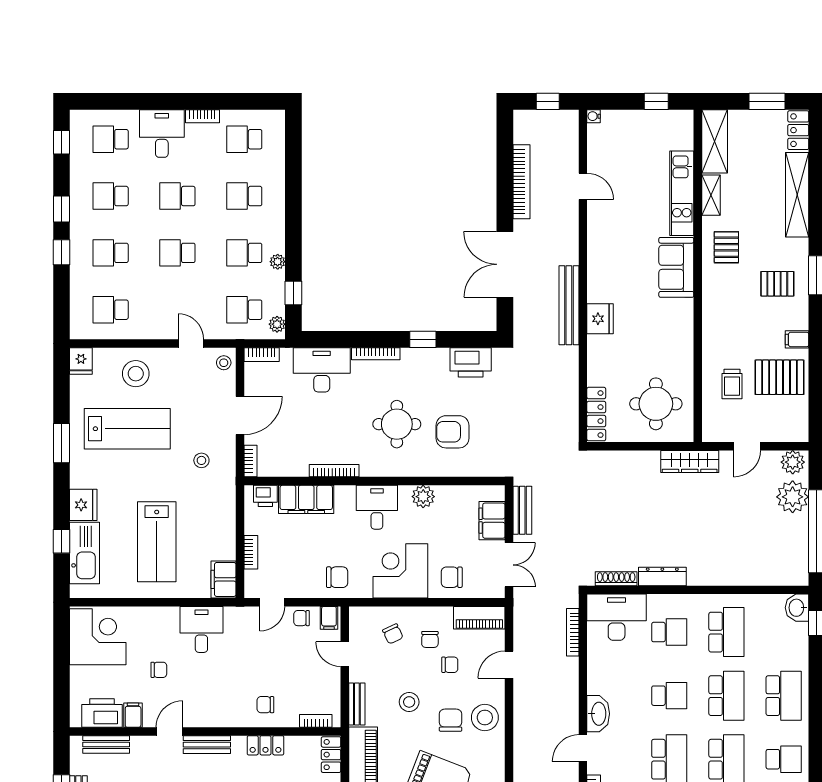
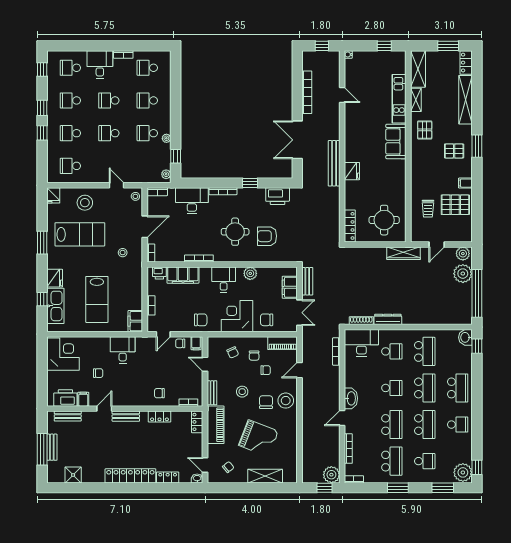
school desk: (244, 310) -> (147, 166), removed

